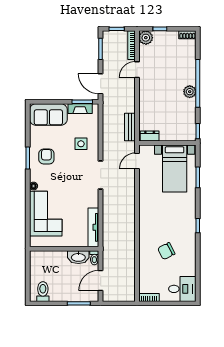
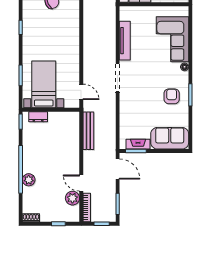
plant: (146, 38) -> (72, 198), moved
door: (137, 70) -> (81, 183), swing flipped
plant: (190, 92) -> (29, 180), moved
bench: (130, 127) -> (88, 131), width x1.36
dresser: (150, 136) -> (38, 117), moved
side table: (81, 144) -> (137, 109), removed
armchair: (46, 156) -> (172, 96), turned 180
door: (137, 161) -> (81, 92), hinge flipped
tv unit: (93, 227) -> (125, 41), moved

